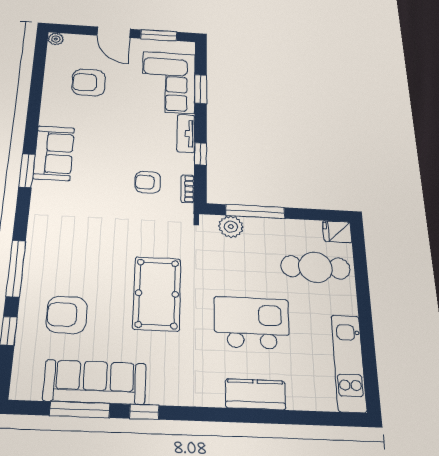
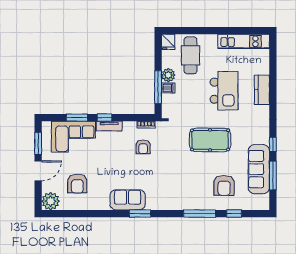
plant: (56, 39) -> (51, 201), width x1.87, depth x1.87
window: (200, 154) -> (104, 118), moved
plant: (231, 227) -> (168, 75), moved
dishwasher: (254, 228) -> (168, 88), added
kitchen island: (252, 323) -> (224, 91), turned 180

